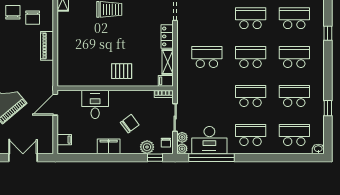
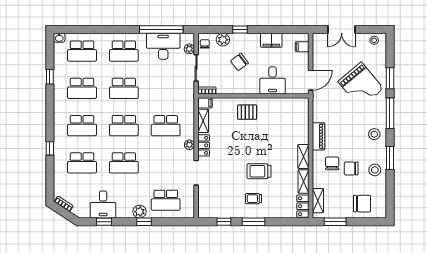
chair: (13, 12) -> (351, 168), turned 90
shelving: (63, 25) -> (303, 156), added
filing cabinet: (109, 146) -> (271, 40), moved
plant: (182, 149) -> (189, 145), moved
window: (155, 158) -> (240, 30), moved

